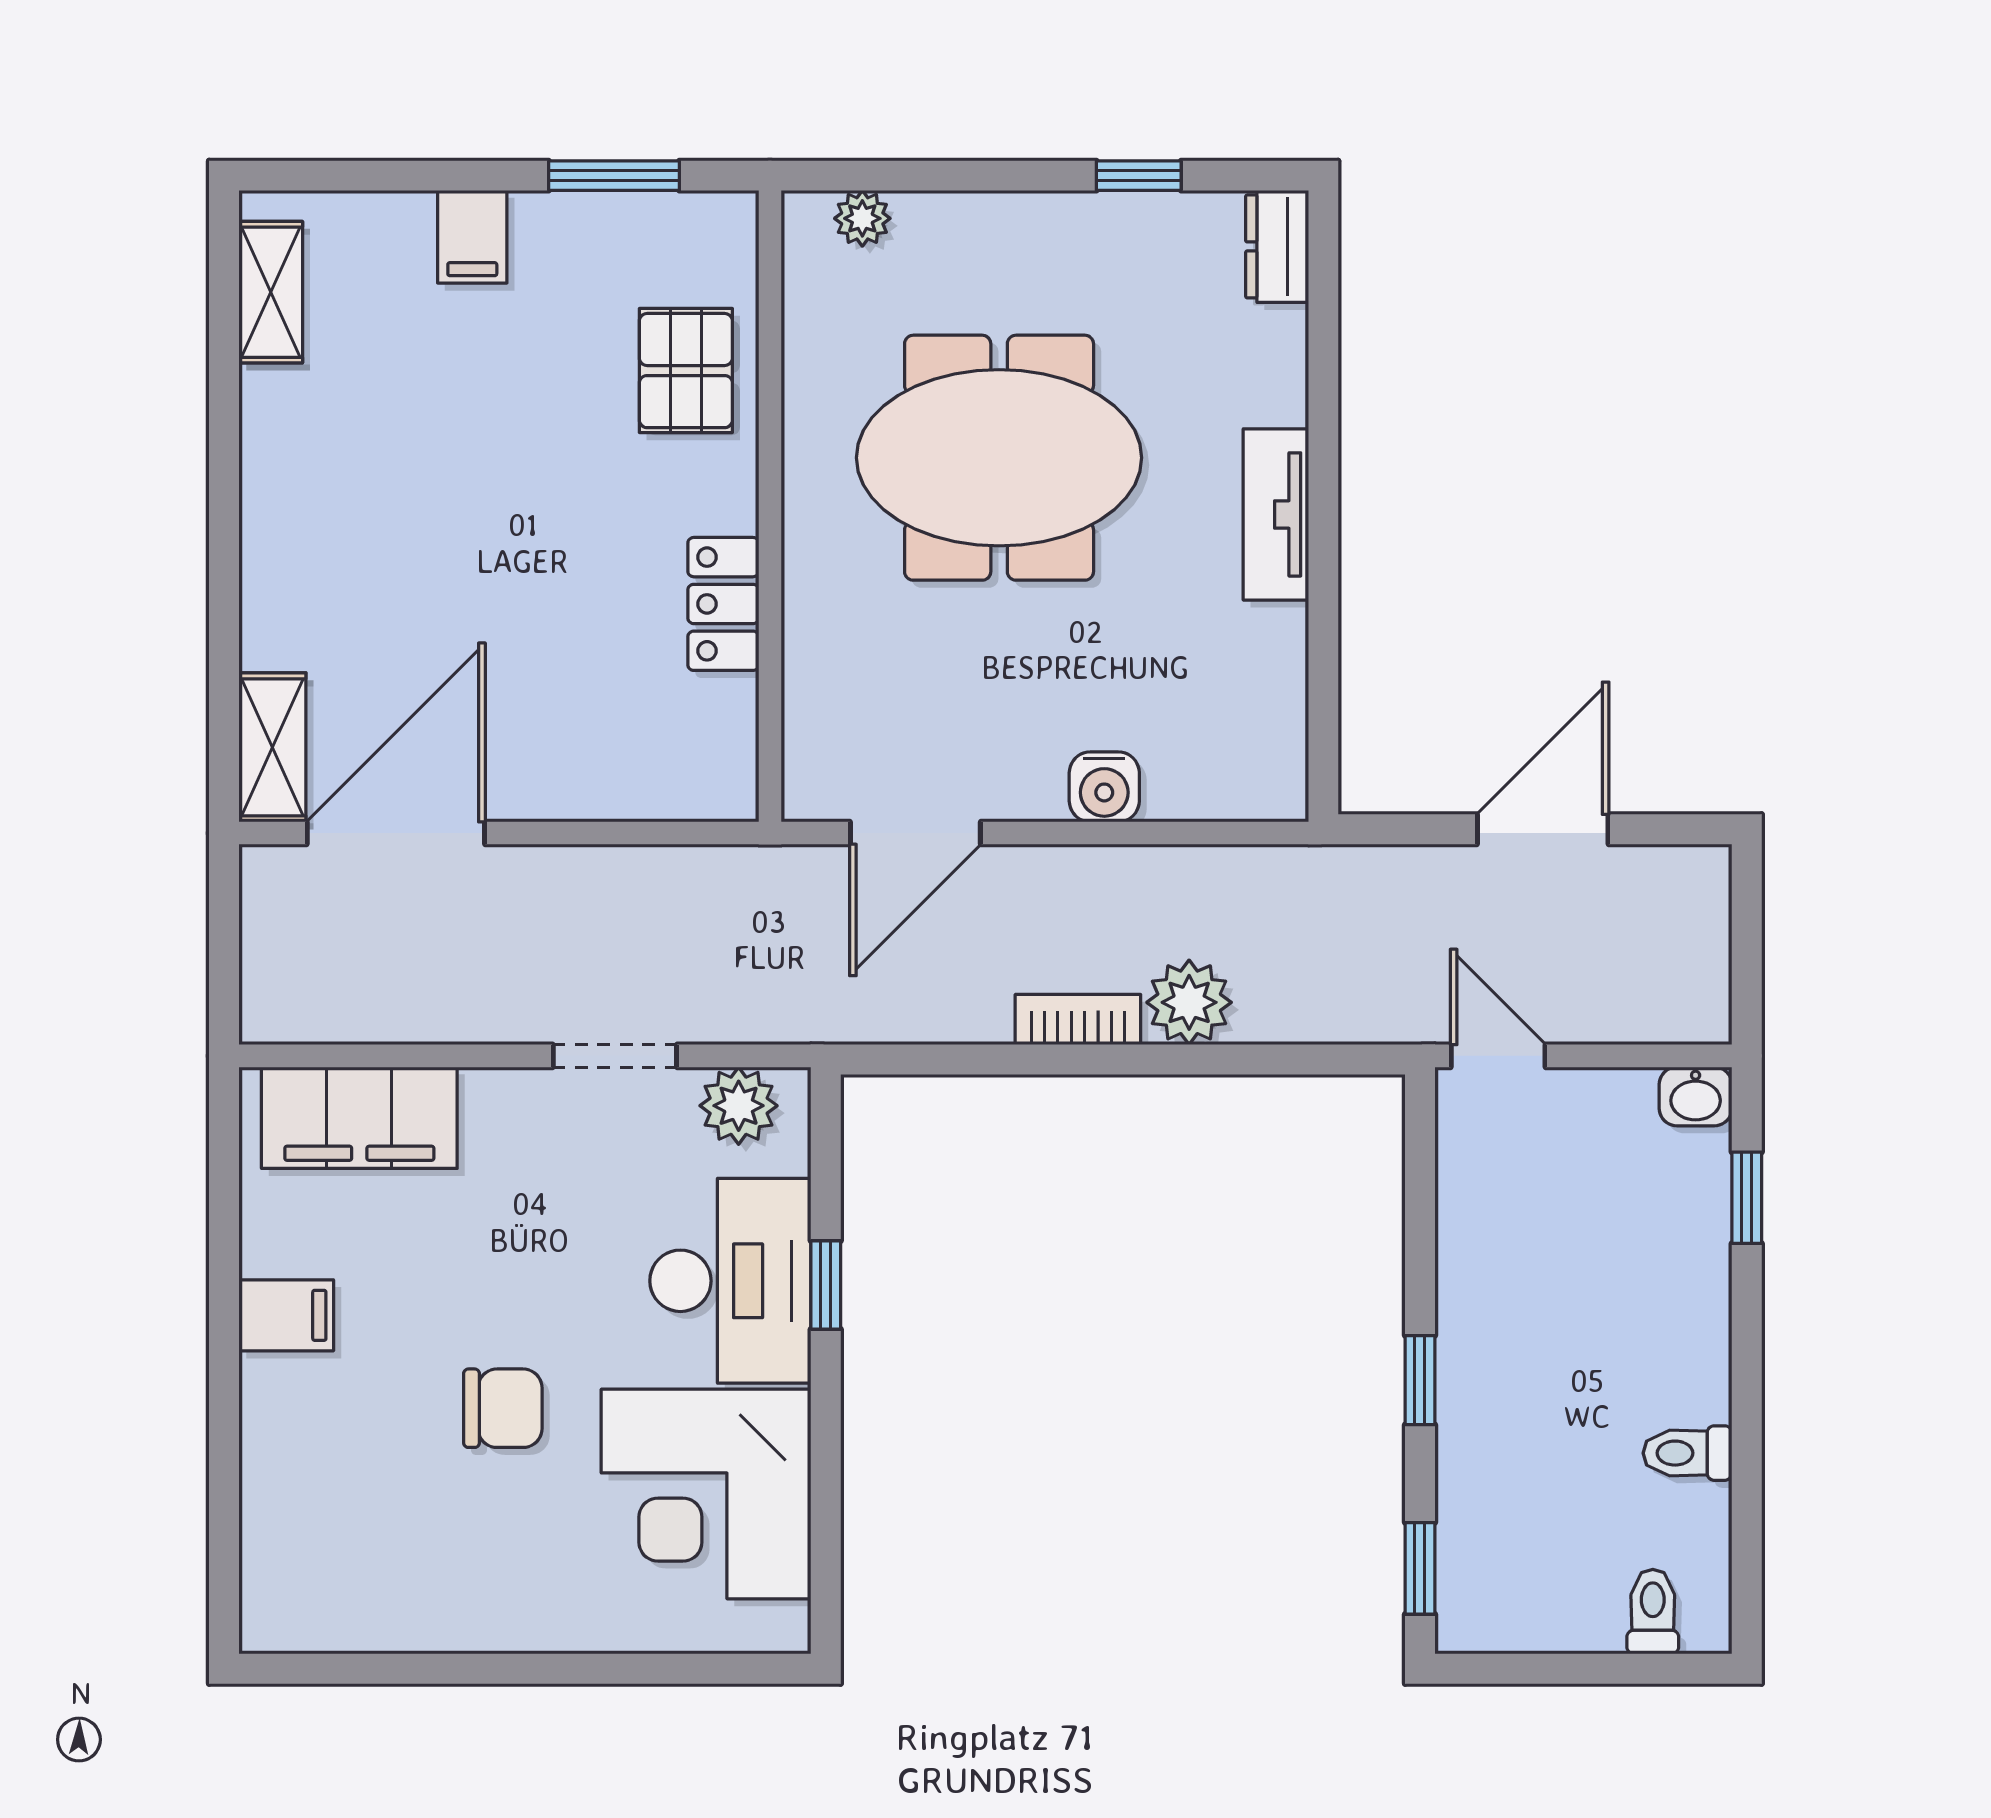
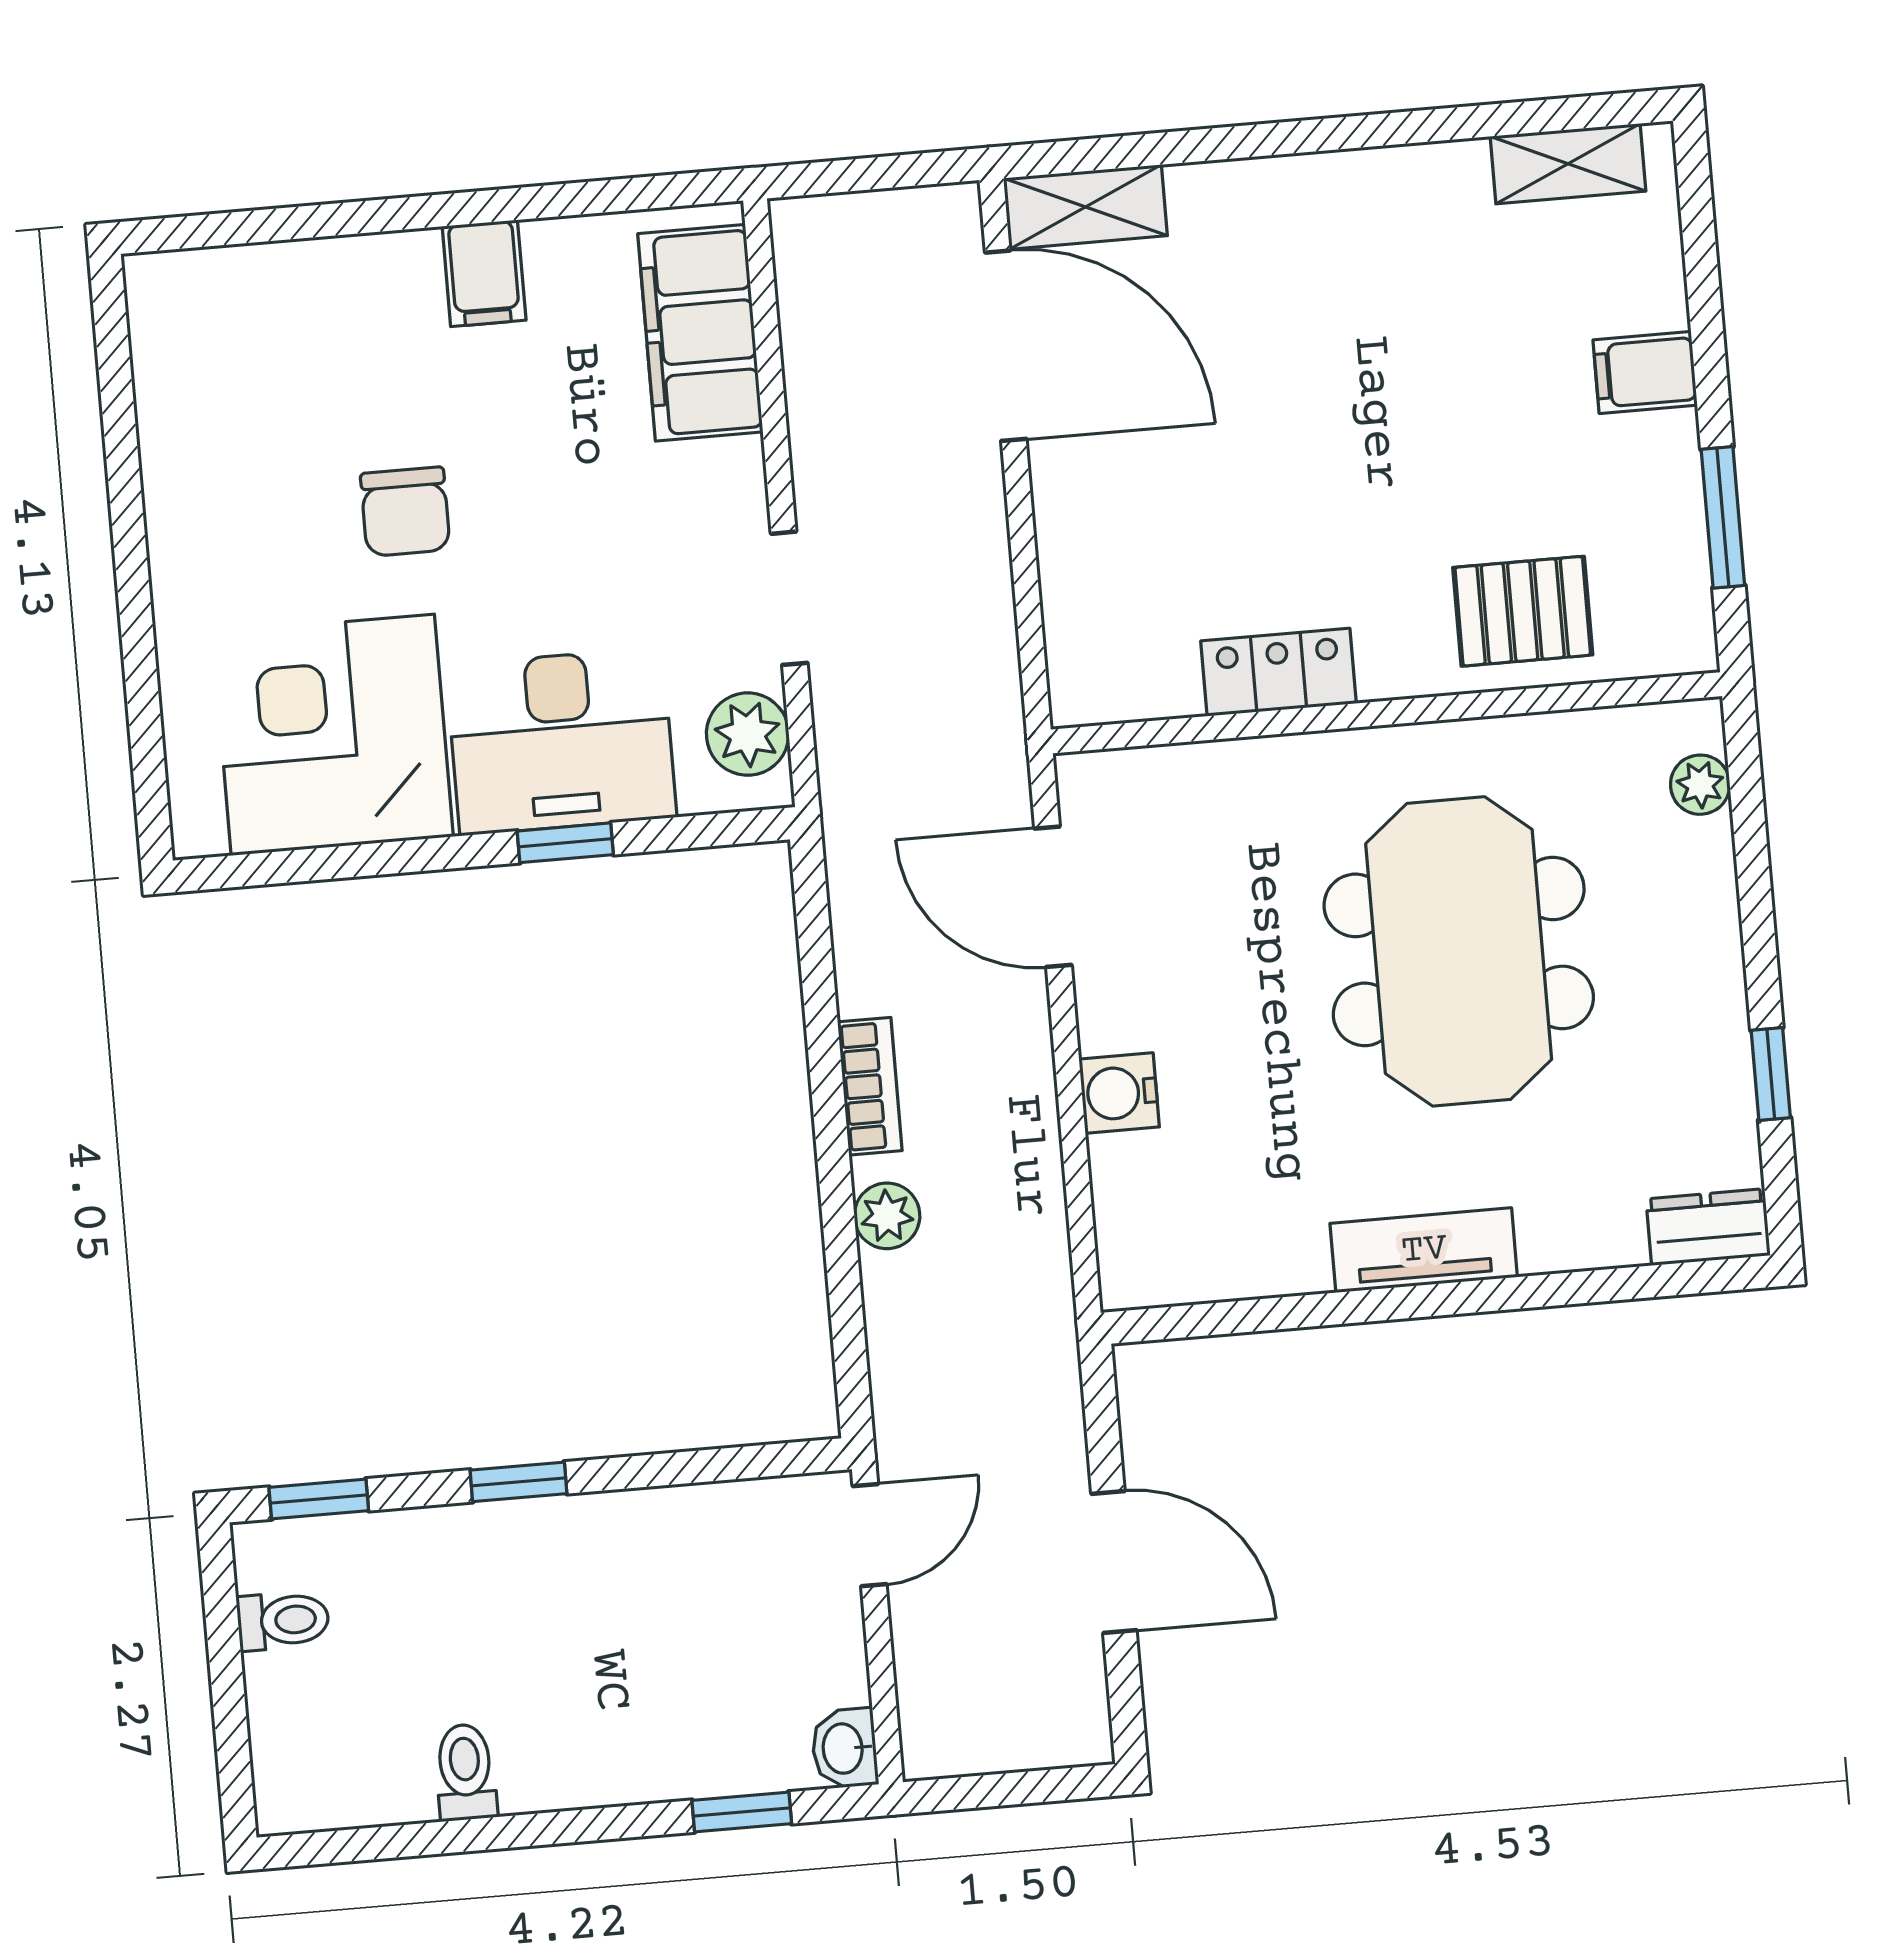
plant: (1189, 1002) -> (887, 1216), width x0.73, depth x0.73
toilet: (1653, 1612) -> (283, 1621), moved

